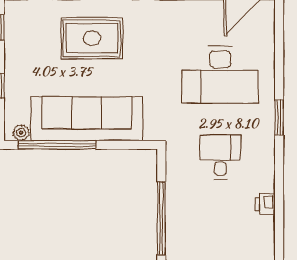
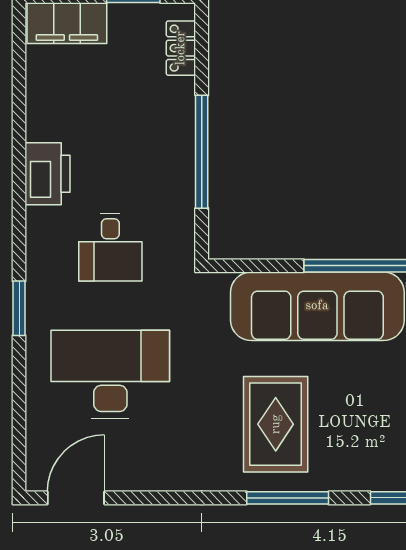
rug: (92, 38) -> (276, 424), moved, turned 90
printer: (265, 204) -> (48, 174), width x1.87, depth x1.48

